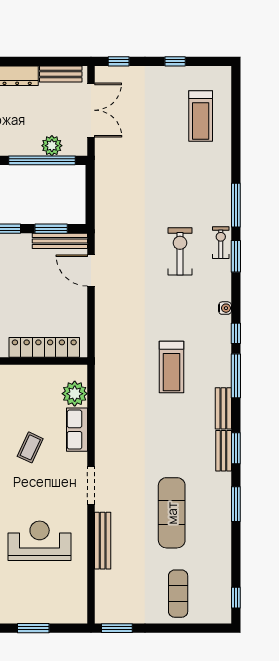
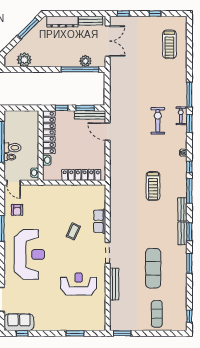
plant: (75, 394) -> (98, 201), removed

